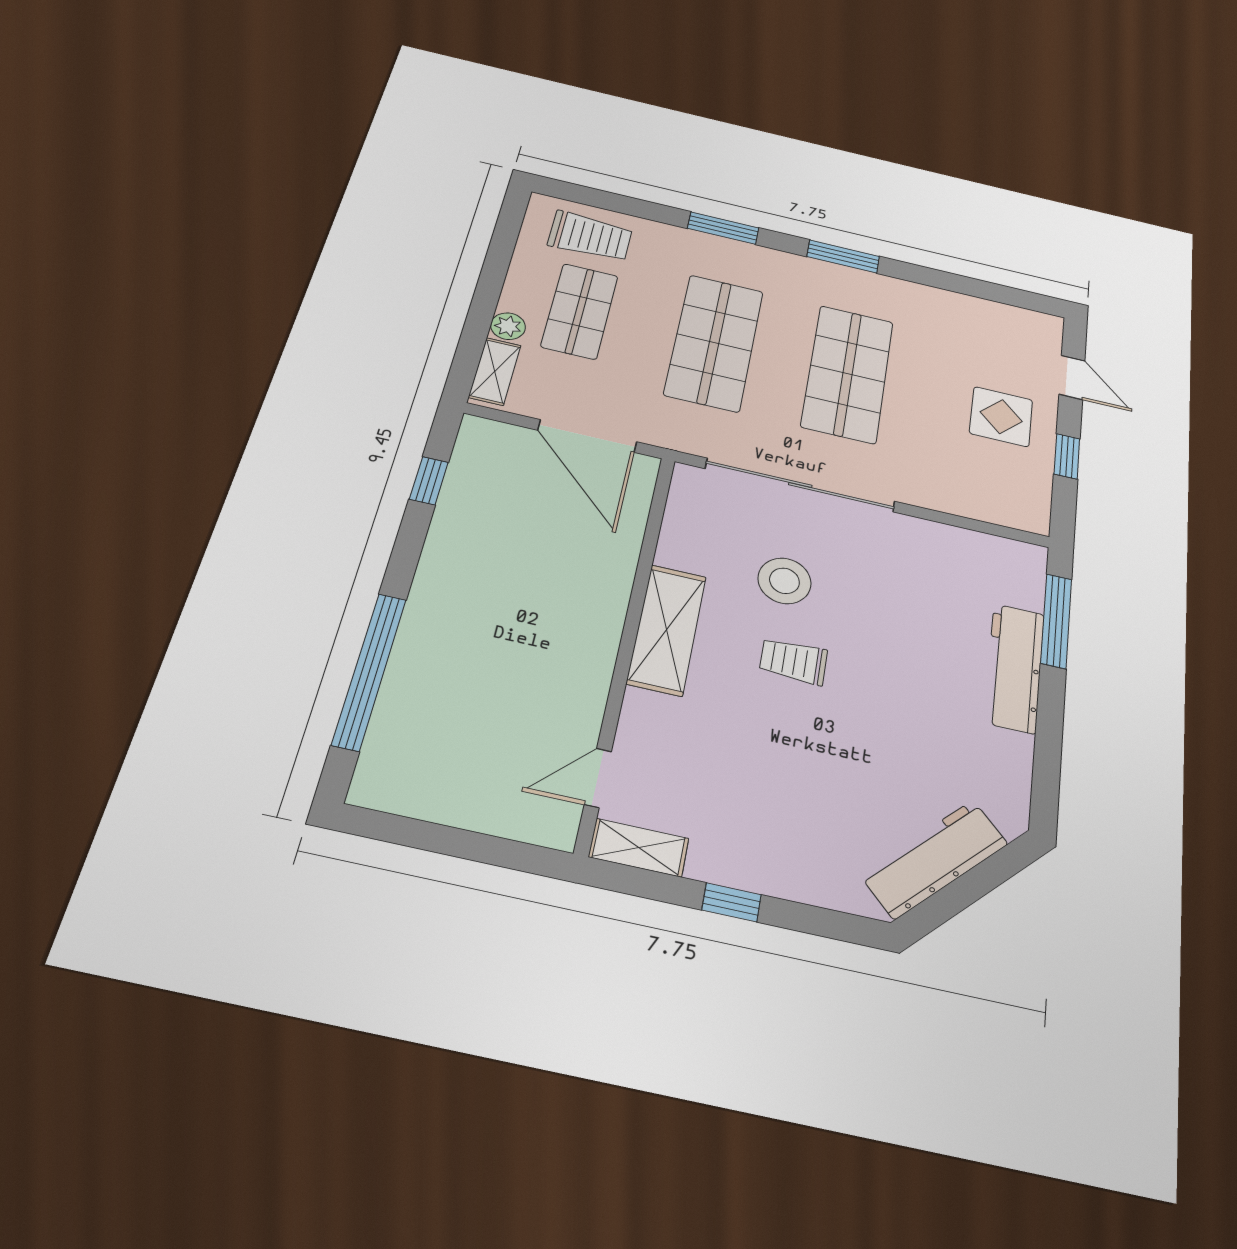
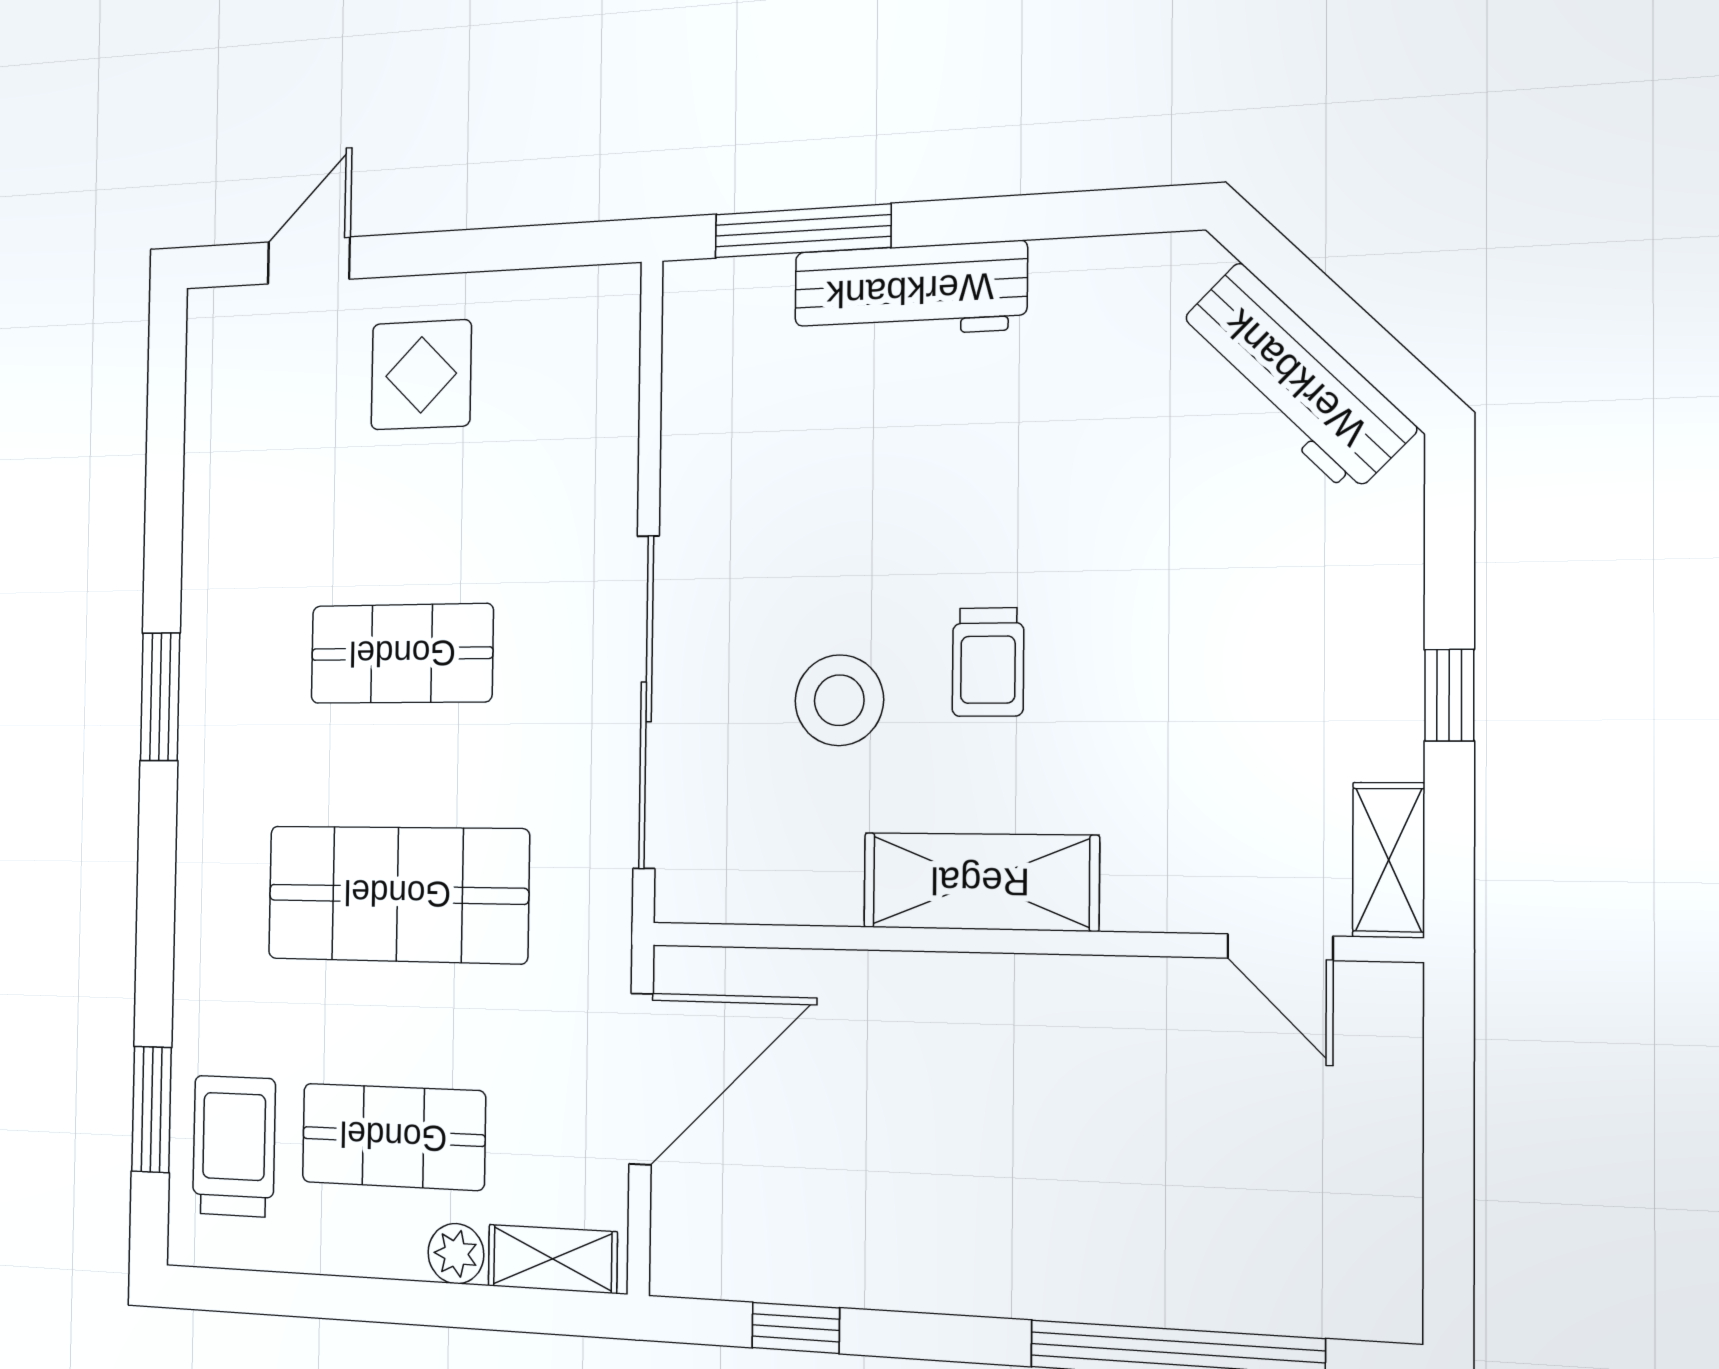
window: (723, 228) -> (152, 1109), moved
shop shelf: (848, 374) -> (402, 654), width x0.70, depth x0.74
window: (1067, 456) -> (473, 251), removed

